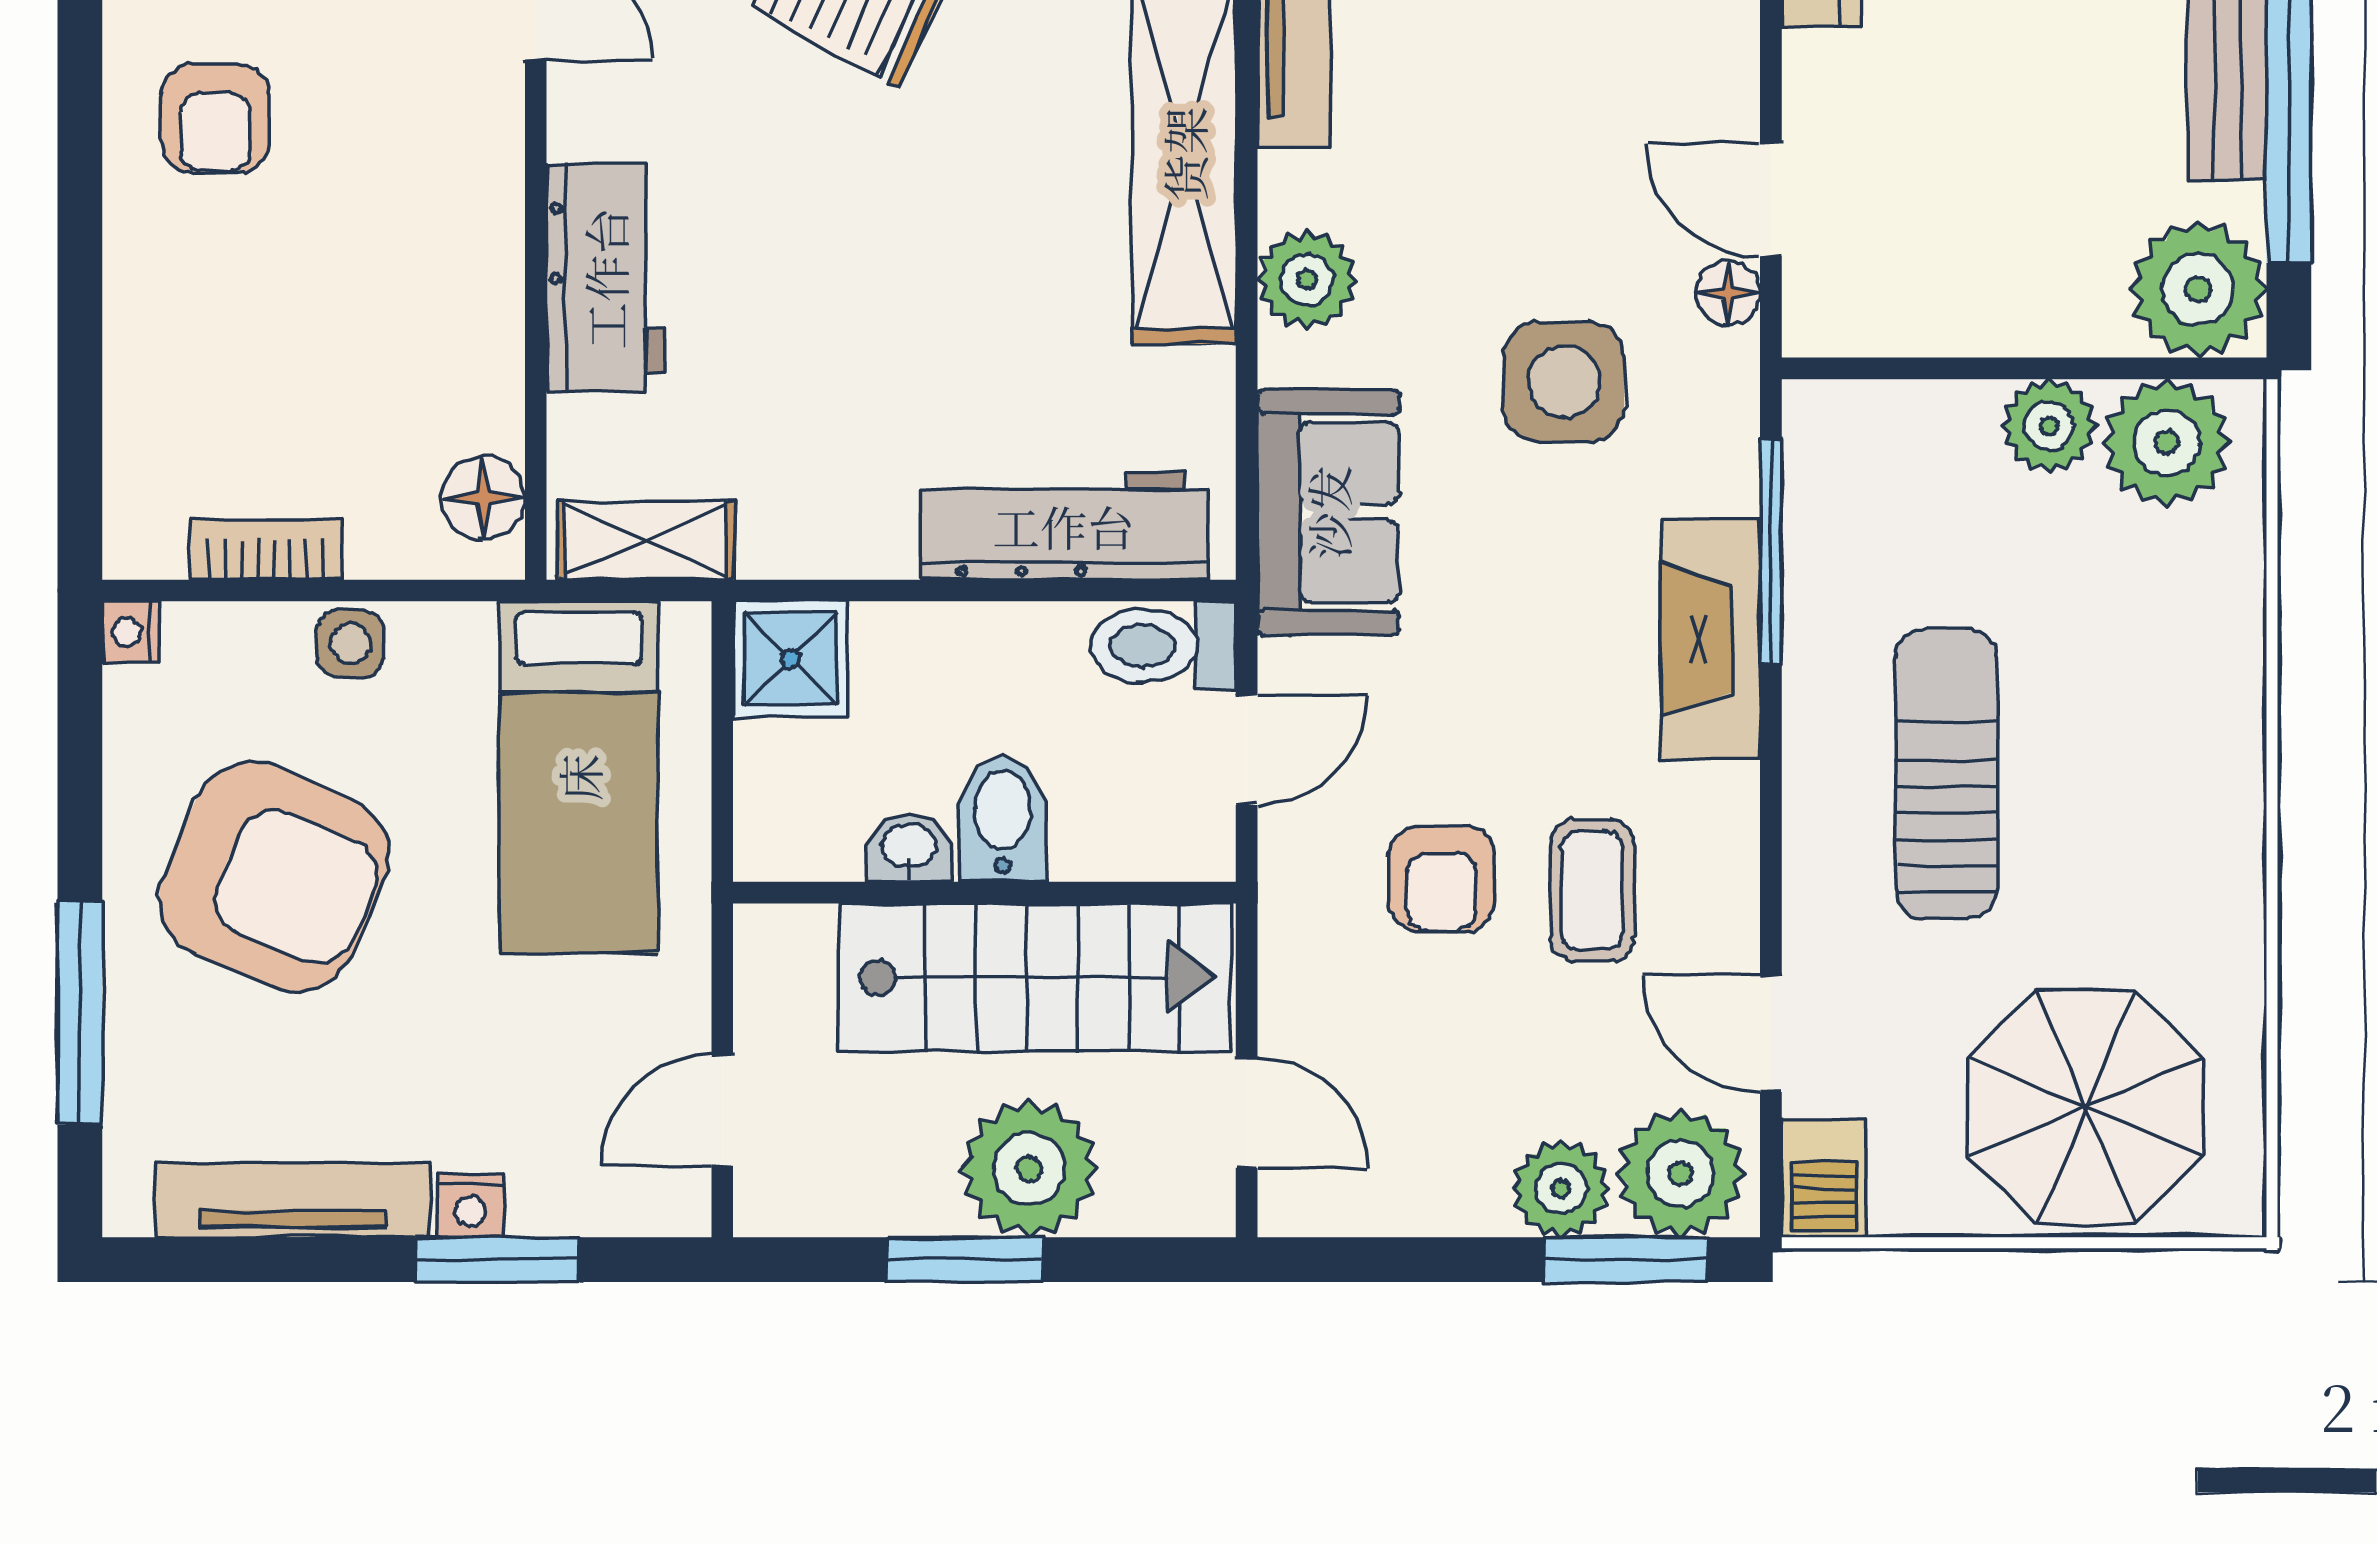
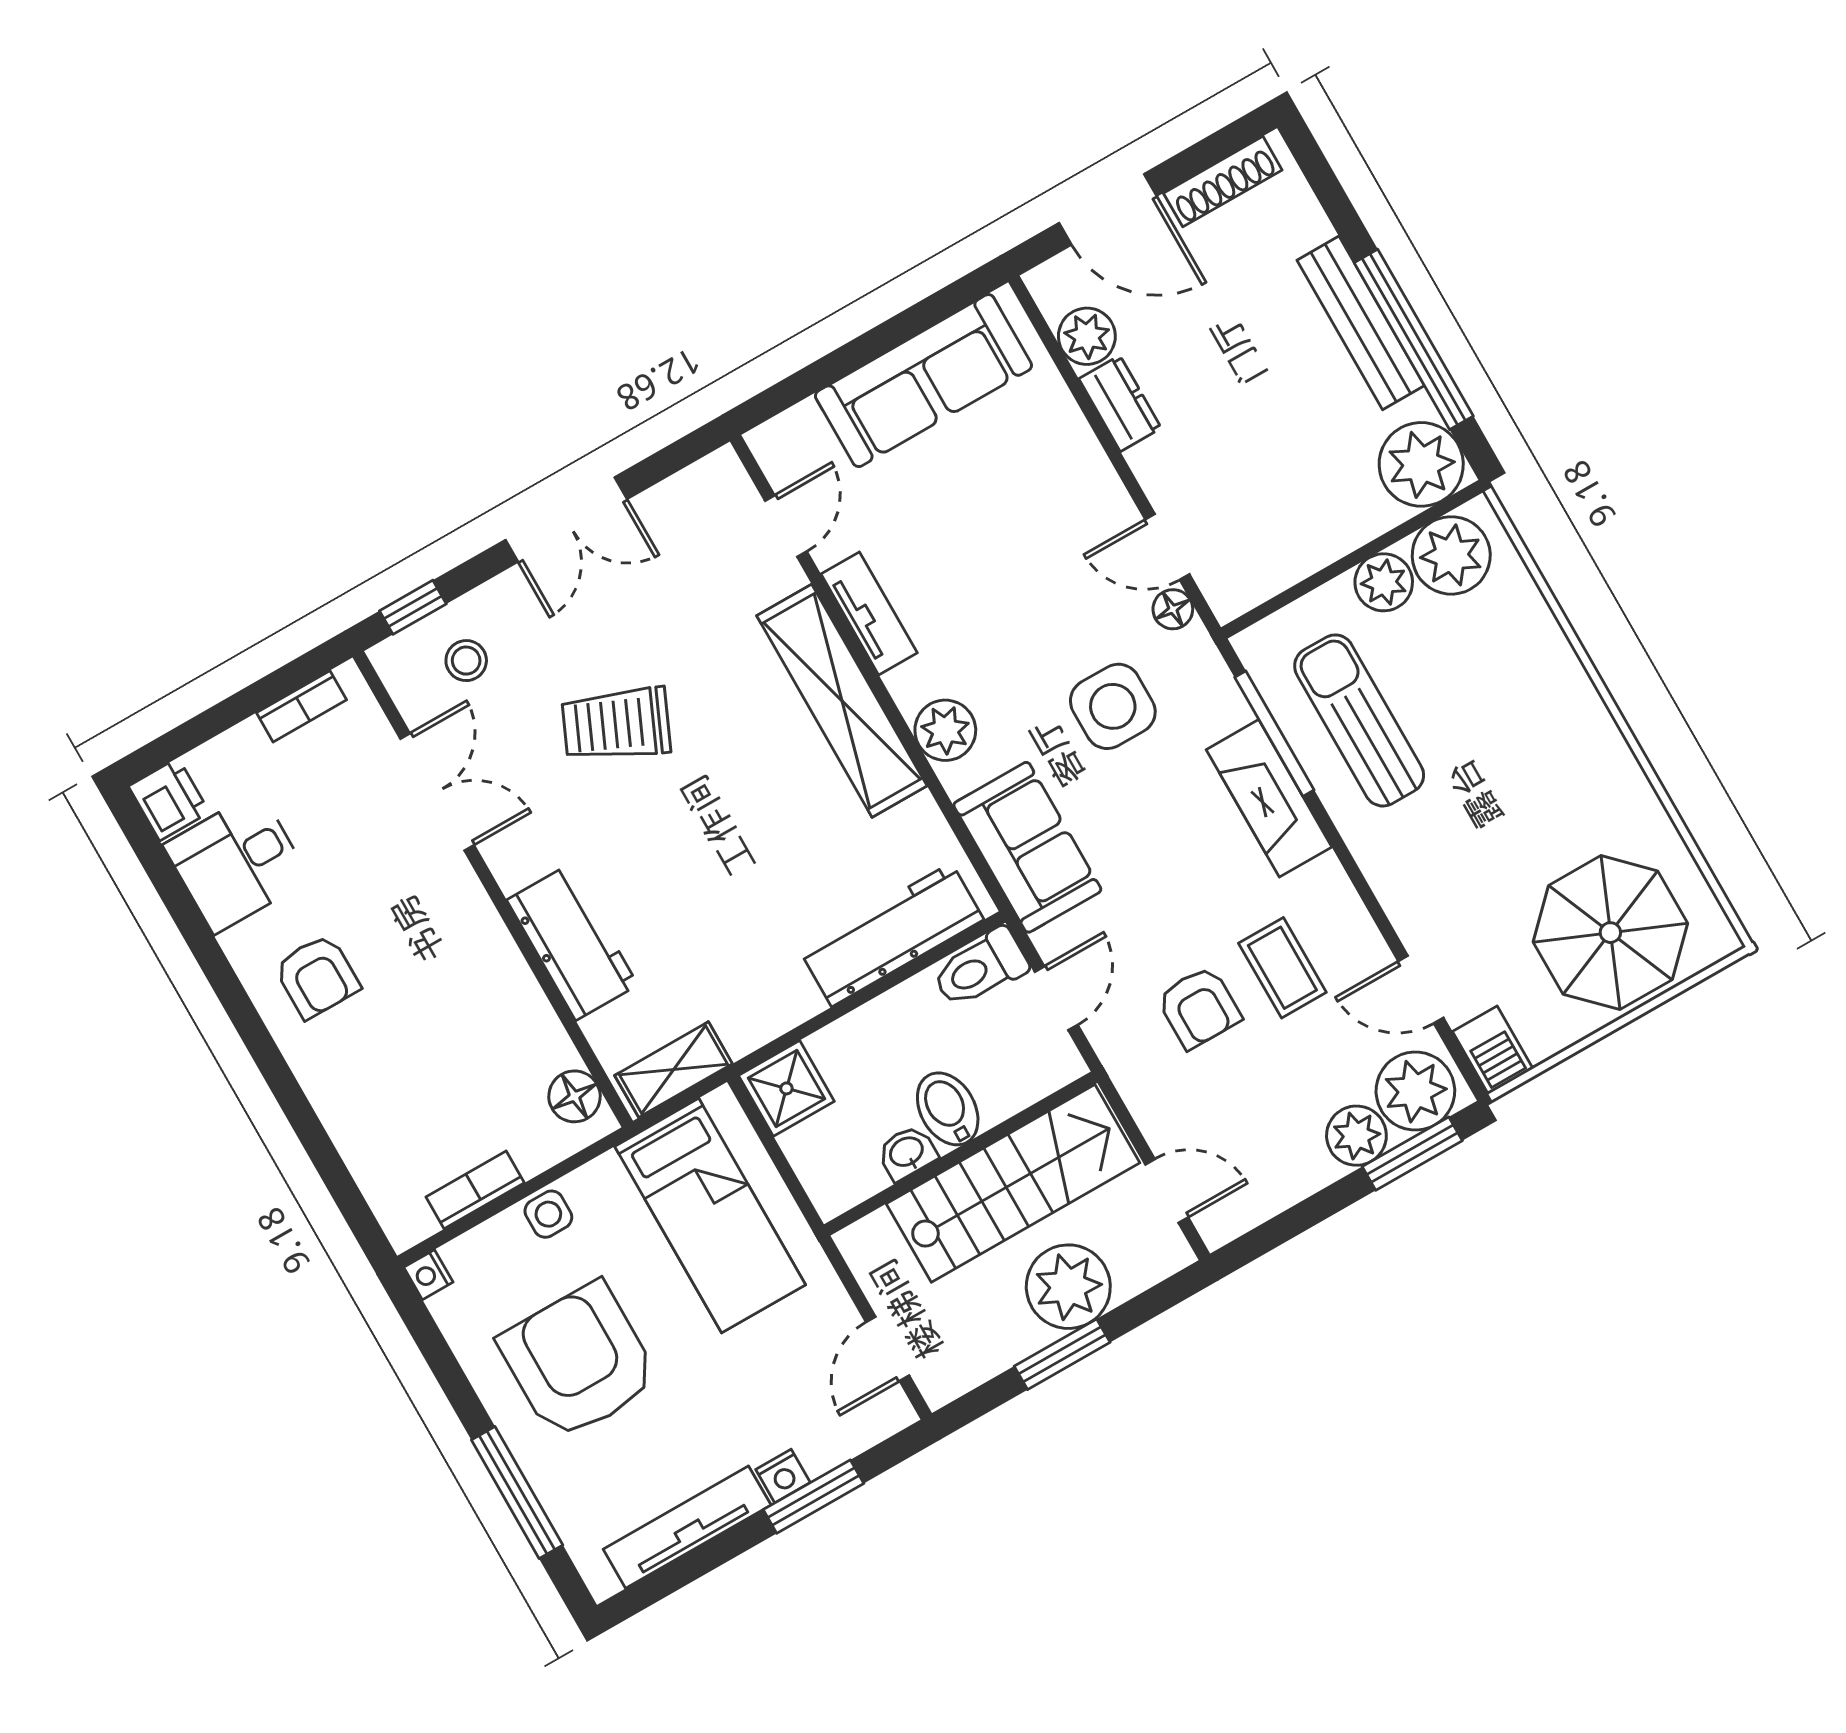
sun lounger: (1946, 774) -> (1359, 720), moved
armchair: (274, 877) -> (579, 1361), turned -113

